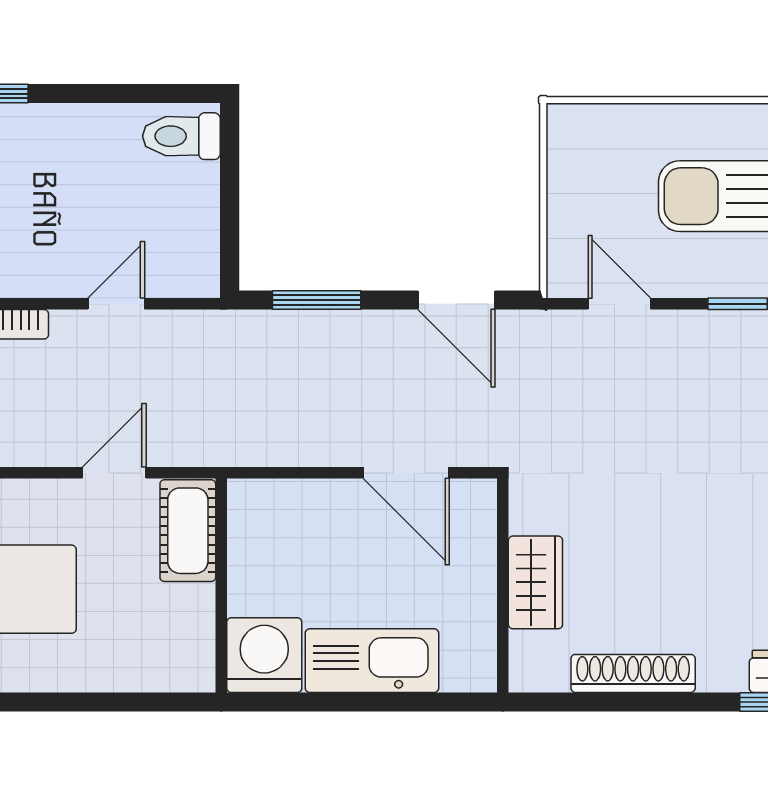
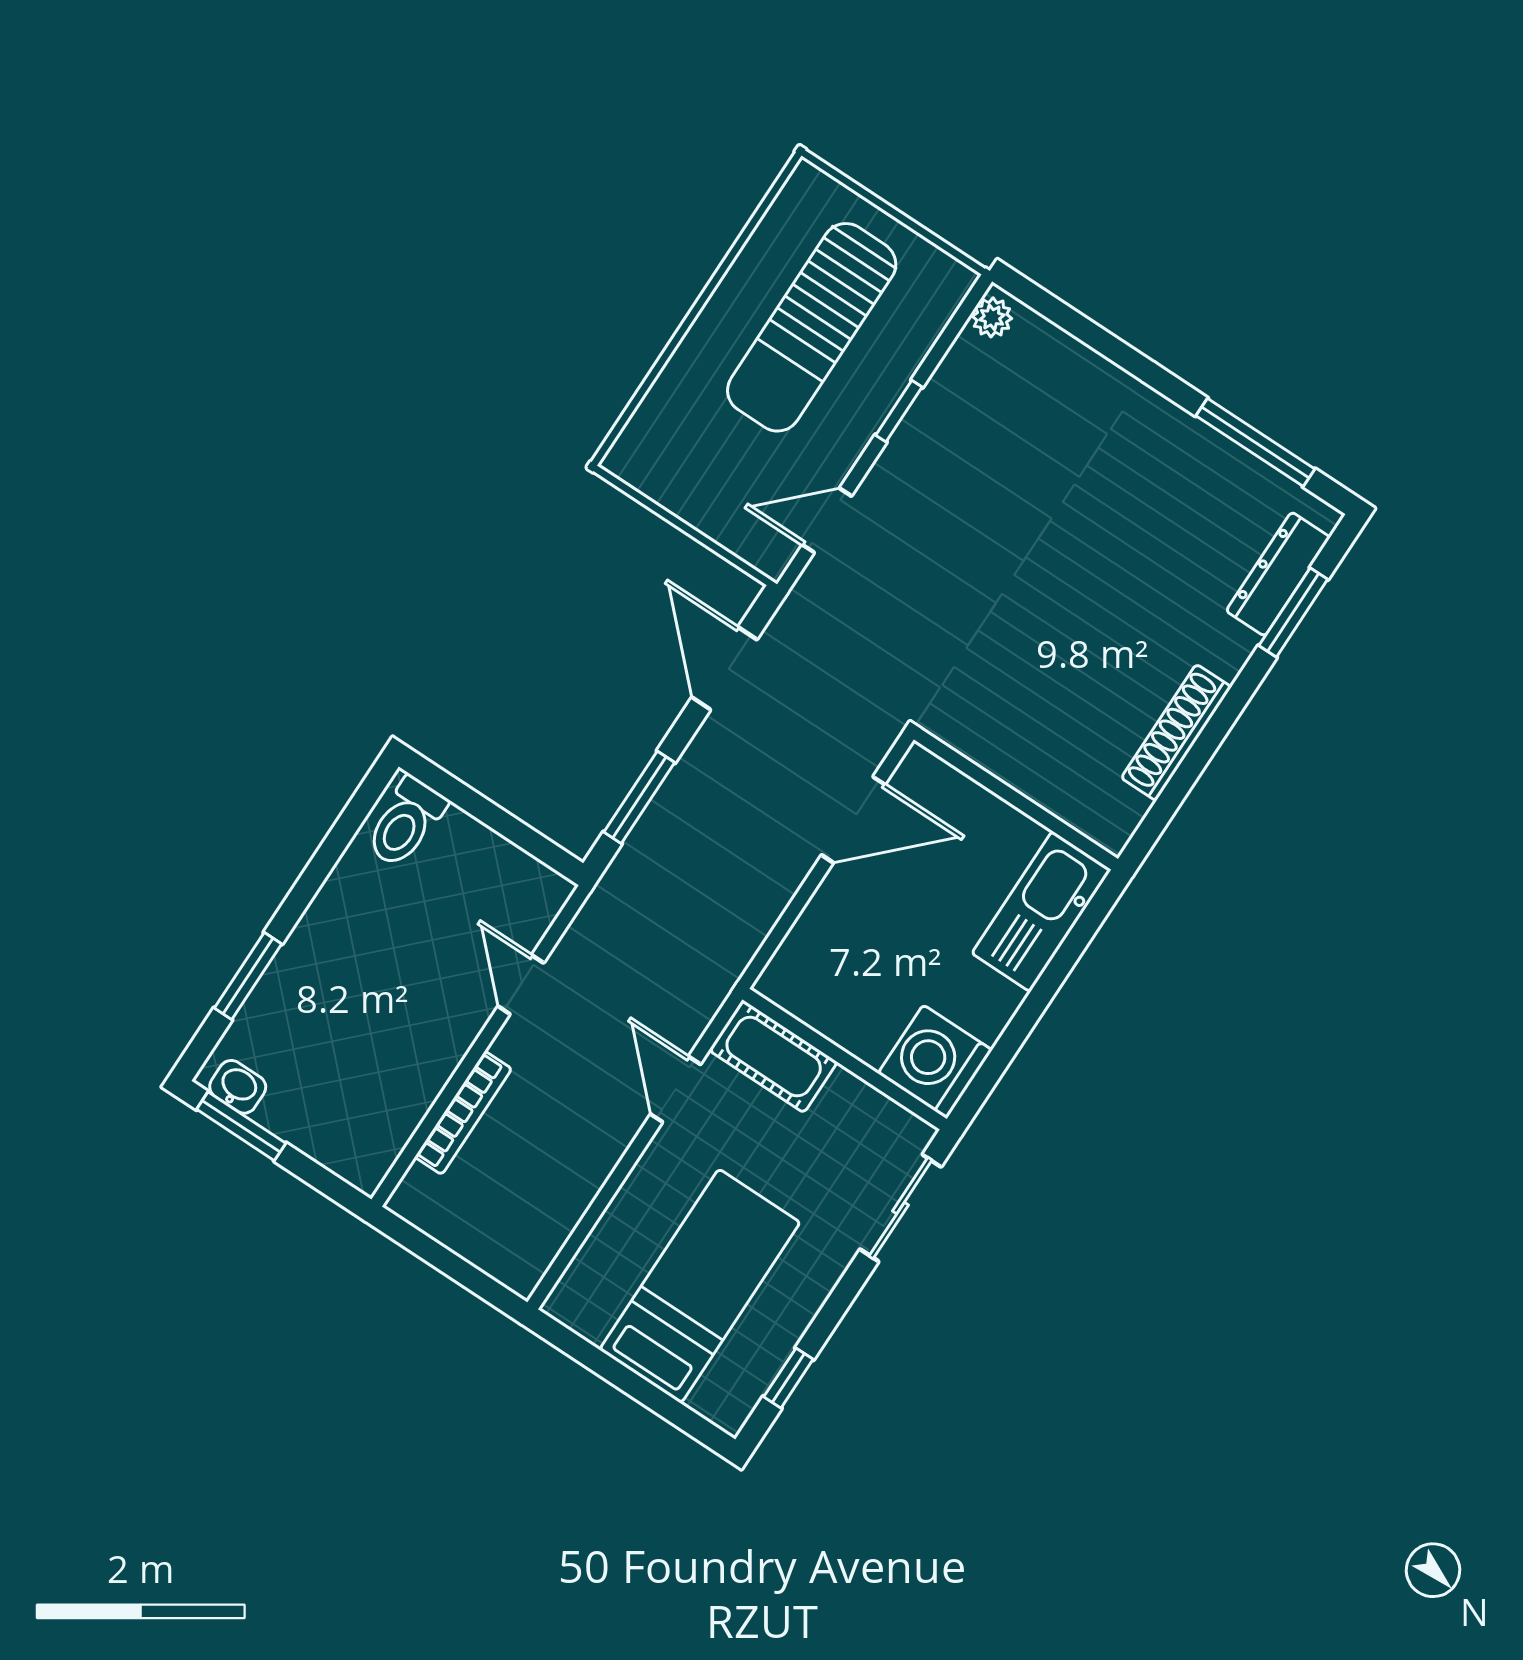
door: (456, 300) -> (724, 668), swing flipped
wardrobe: (535, 582) -> (1033, 767), removed
kitchen sink: (372, 661) -> (1041, 912), moved
sliding door: (137, 702) -> (901, 1208), added

